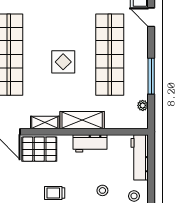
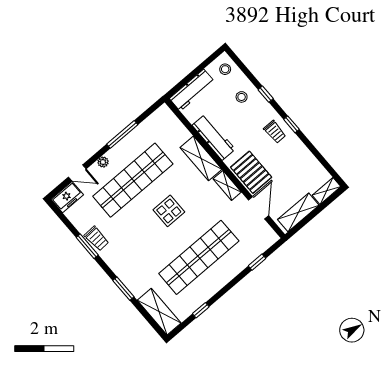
door: (151, 17) -> (77, 173), hinge flipped
plant: (143, 105) -> (103, 162), moved
workbench: (90, 143) -> (214, 137), width x1.38

